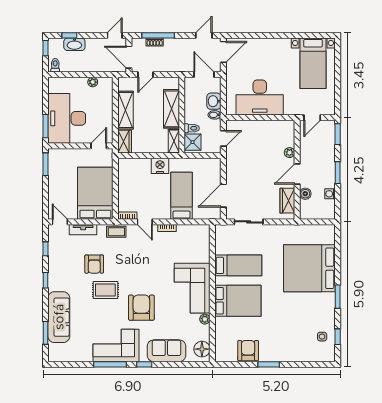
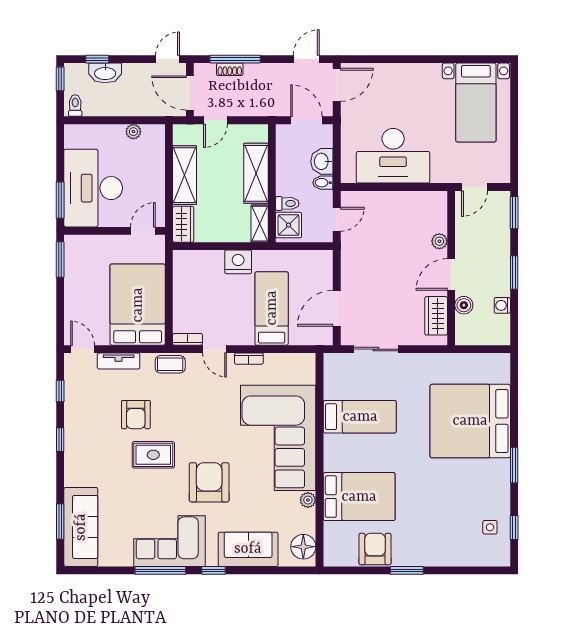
corner sofa: (192, 288) -> (278, 438), width x1.36, depth x1.36
bed: (238, 301) -> (359, 497), moved
sofa: (59, 317) -> (81, 527), moved

